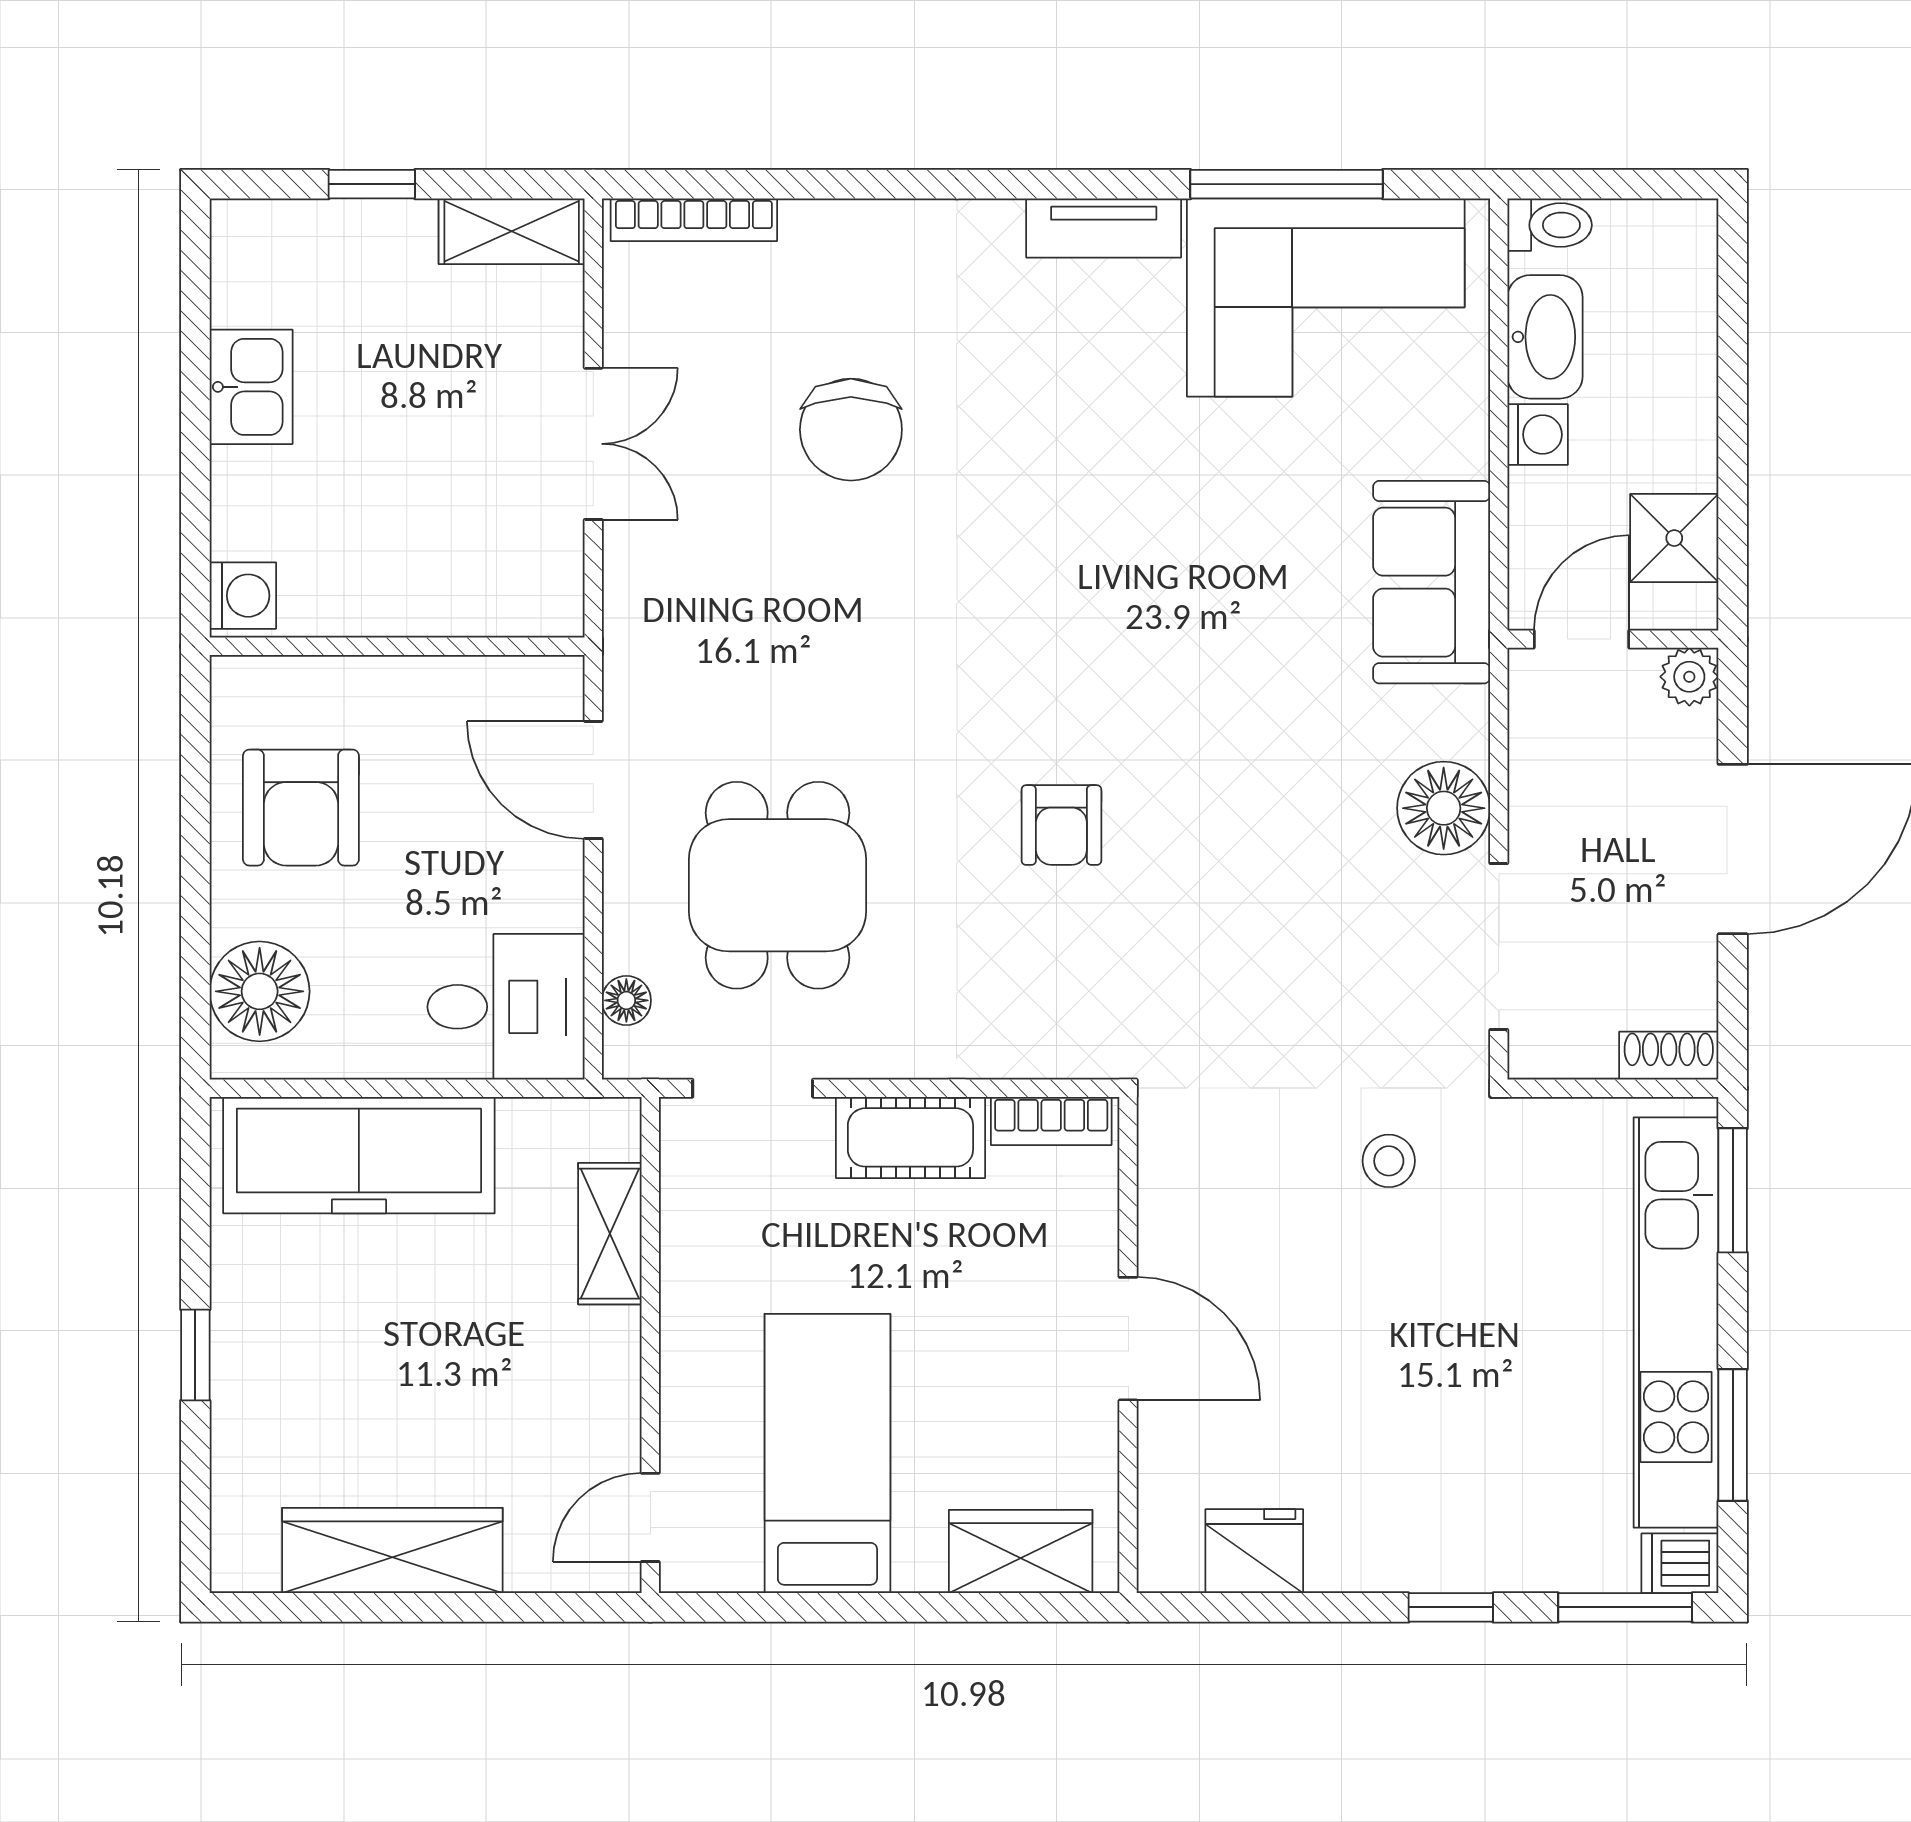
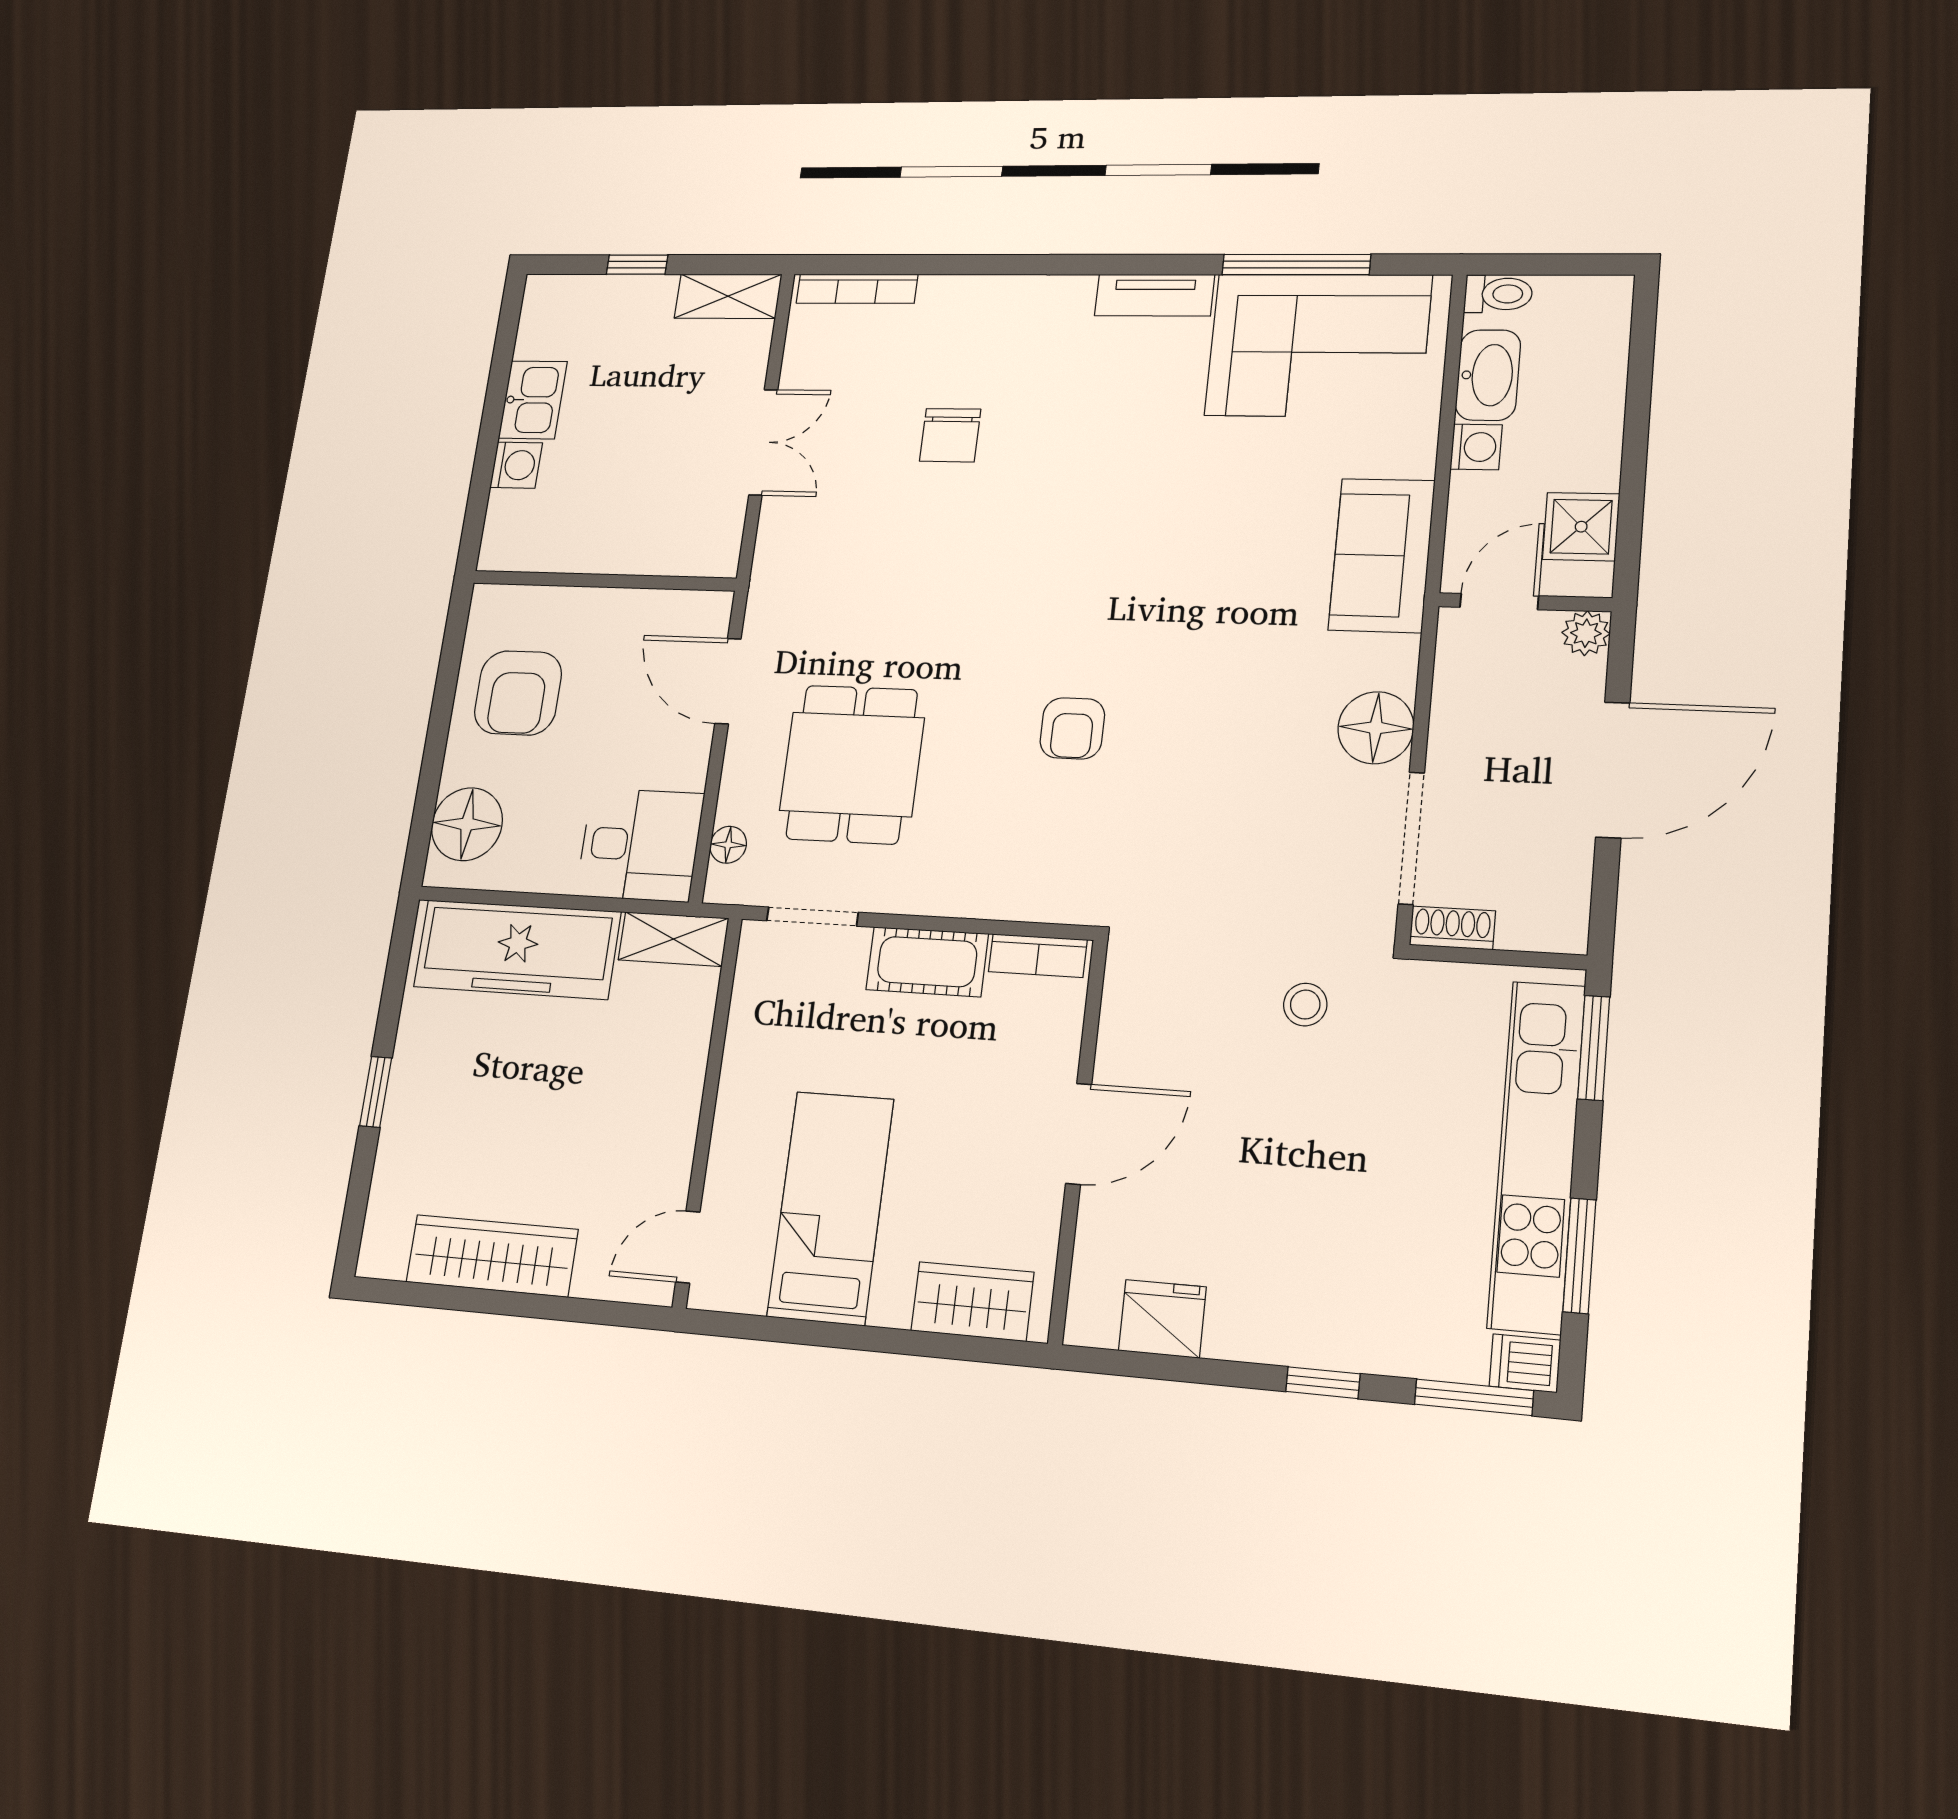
chair: (851, 430) -> (950, 435), width x0.73, depth x0.73
washing machine: (243, 596) -> (516, 465), moved
shoe rack: (1669, 1056) -> (1452, 928), moved
shelving: (610, 1234) -> (673, 939), moved, turned 90
door: (1128, 1339) -> (1079, 1134), hinge flipped

